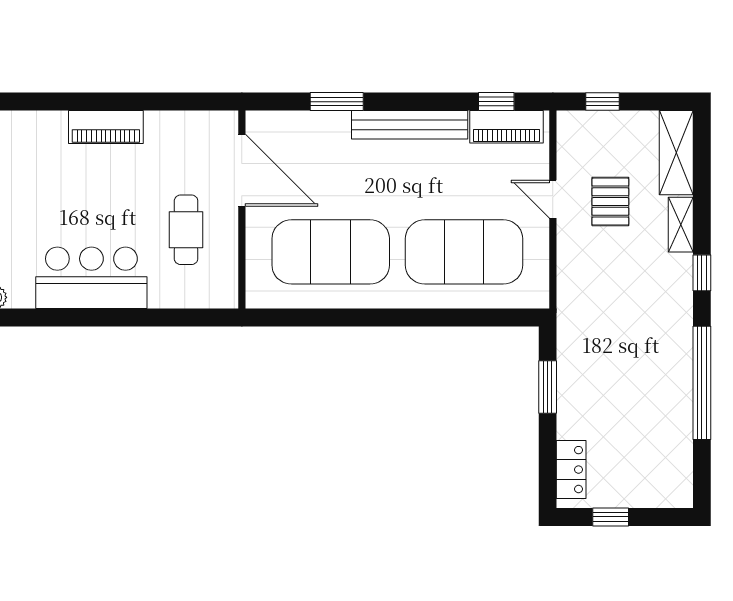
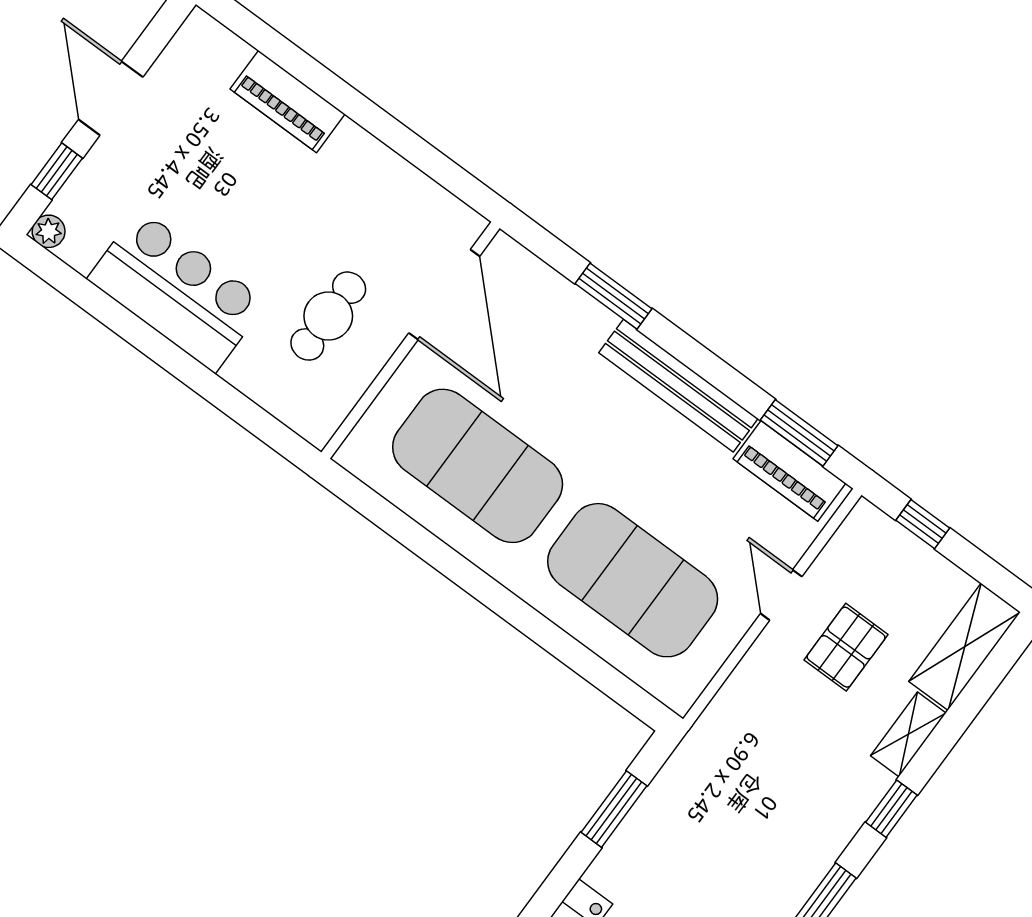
window: (496, 102) -> (799, 433), width x1.50
piano: (106, 127) -> (288, 101), moved

